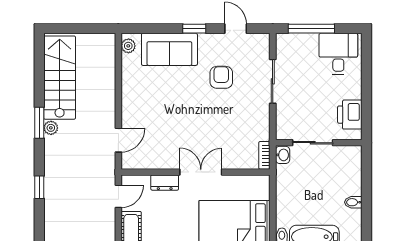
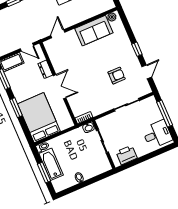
sofa: (169, 49) -> (94, 31), moved, turned -90
door: (118, 140) -> (58, 34), swing flipped

